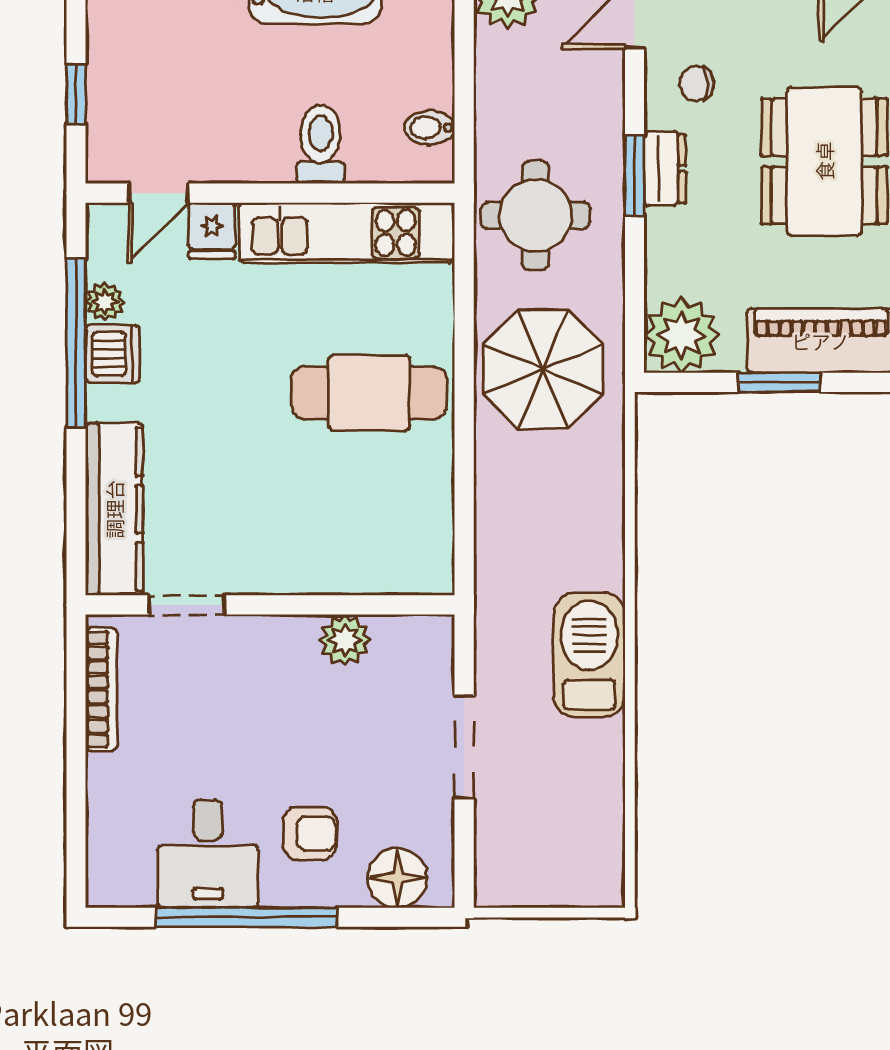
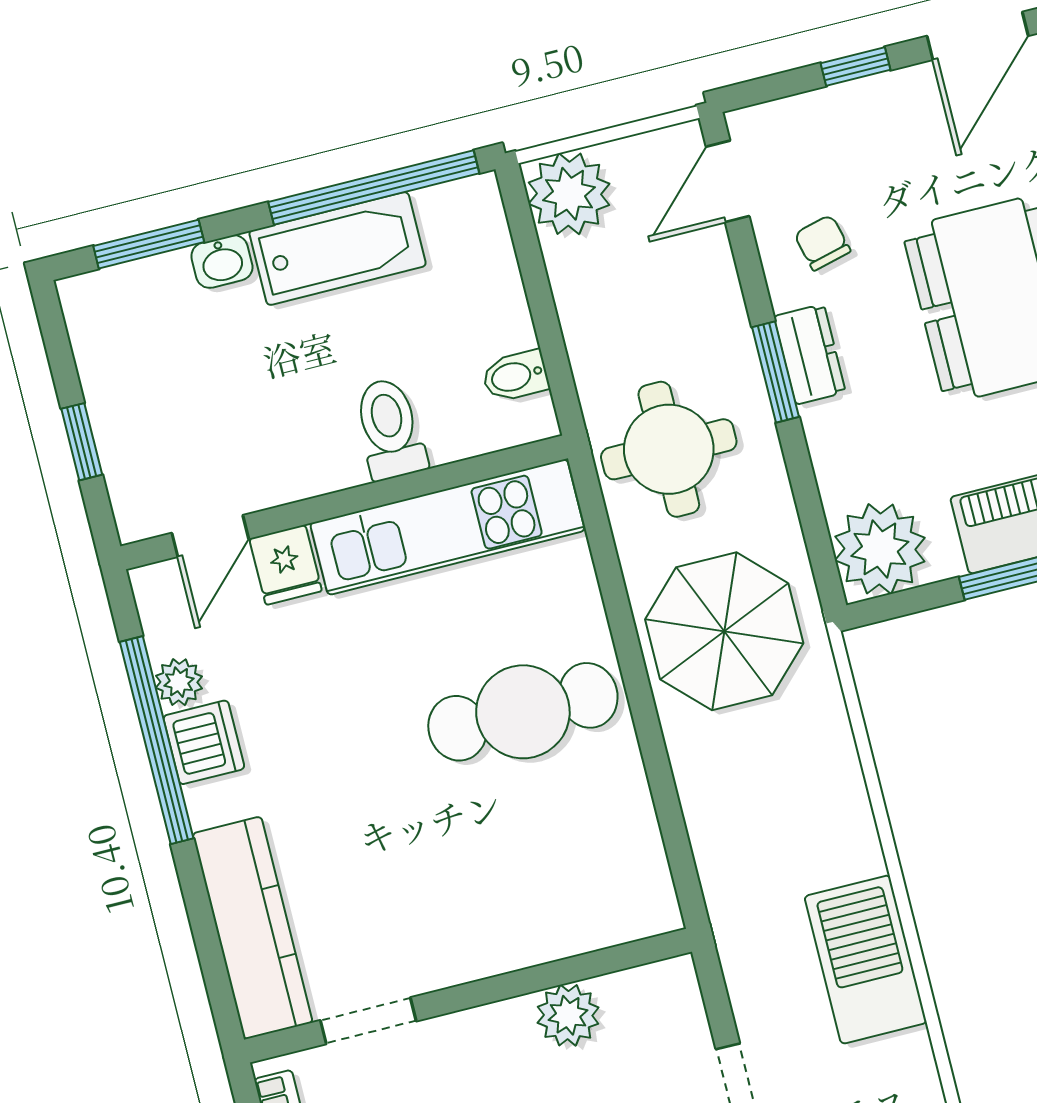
chair: (697, 84) -> (822, 243), turned 76

